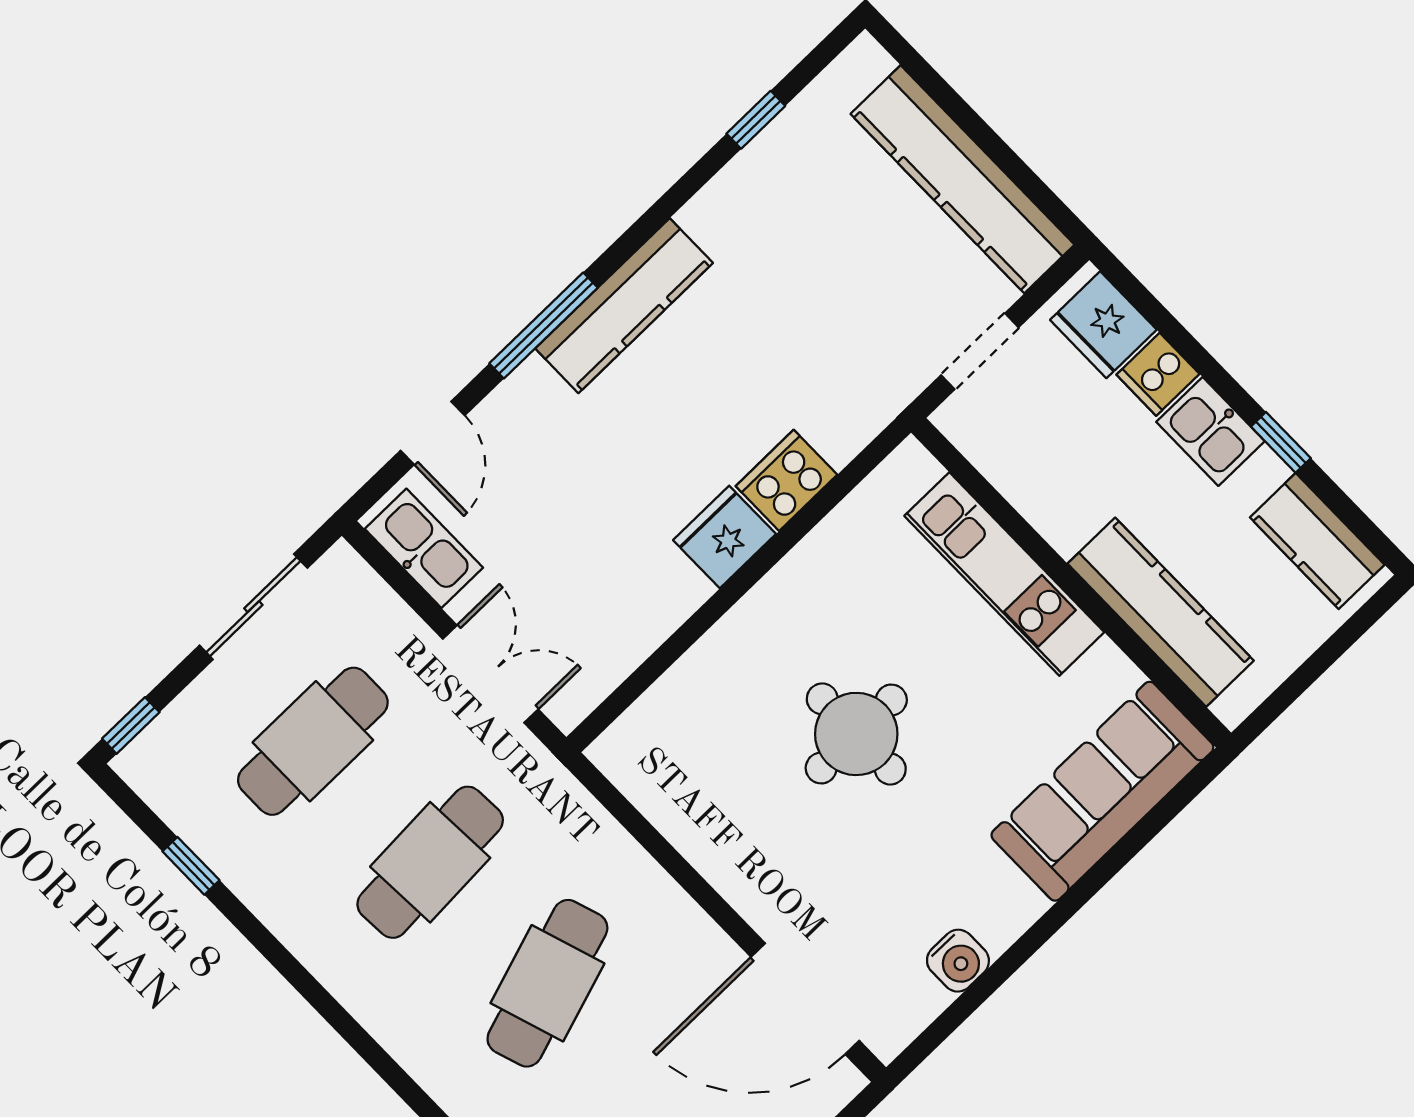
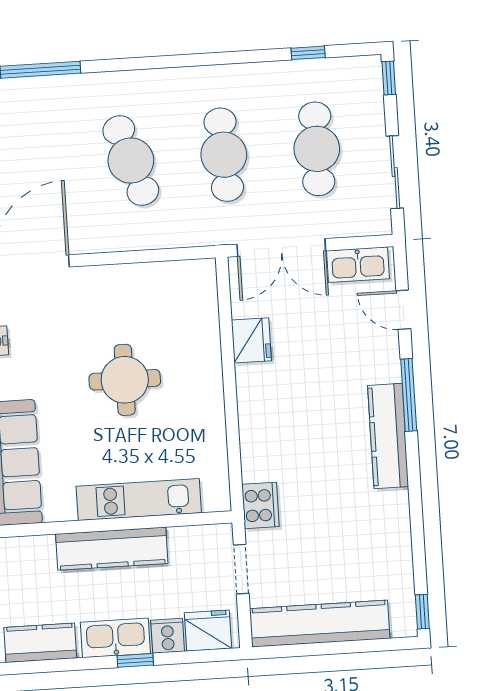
window: (756, 120) -> (422, 612), moved
kitchen sink: (1210, 431) -> (115, 638), width x1.38
window: (1281, 442) -> (135, 660), moved
cooker: (786, 480) -> (260, 505), moved
fridge: (725, 537) -> (251, 340), moved
kitchen counter: (1161, 612) -> (112, 549), moved
double door: (490, 674) -> (281, 248), width x1.37

